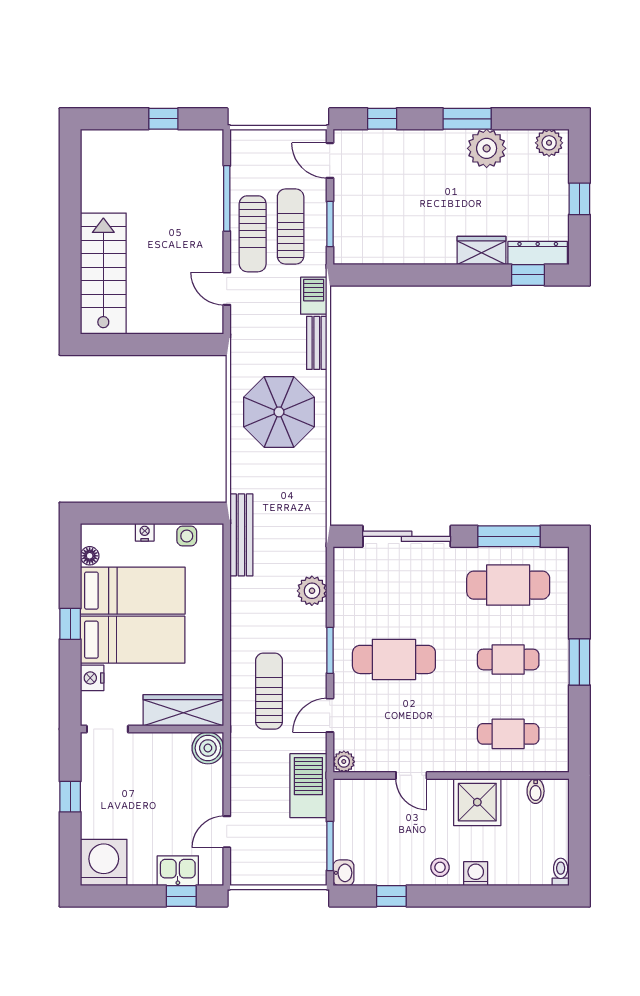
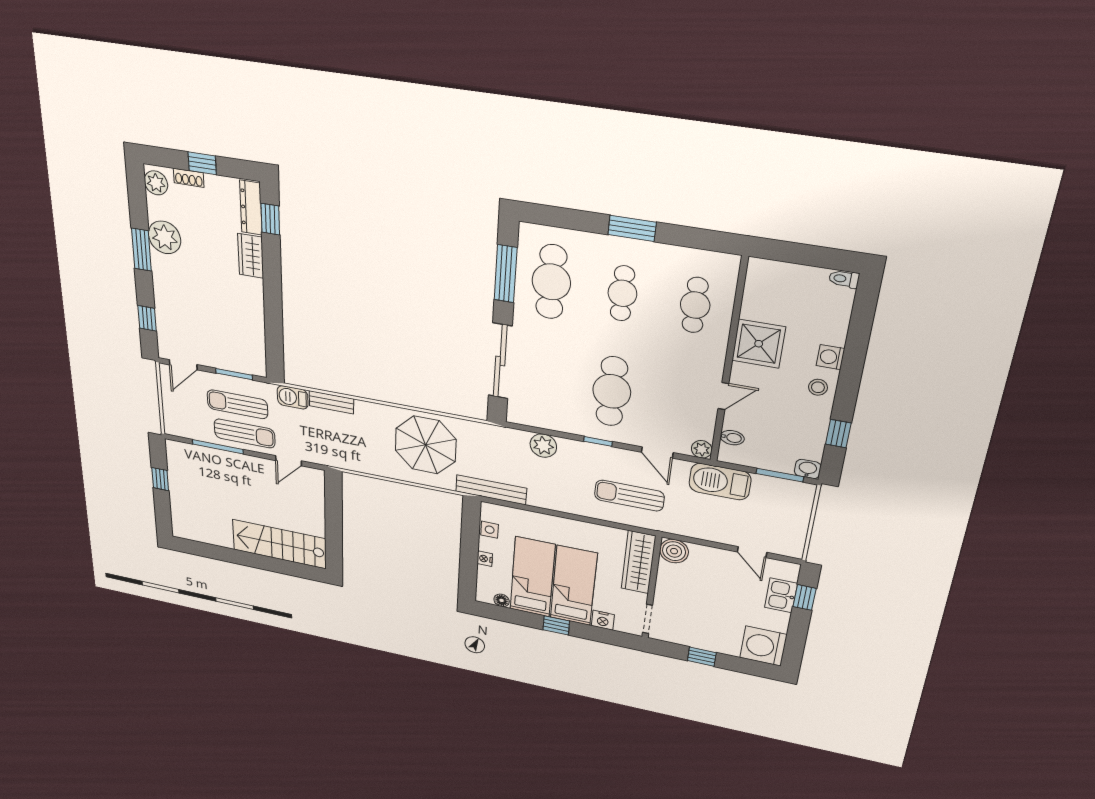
shoe rack: (561, 182) -> (189, 178), added
parasol: (279, 412) -> (426, 445), moved
window: (330, 650) -> (598, 441), width x0.67
bidet: (536, 791) -> (732, 438), moved

